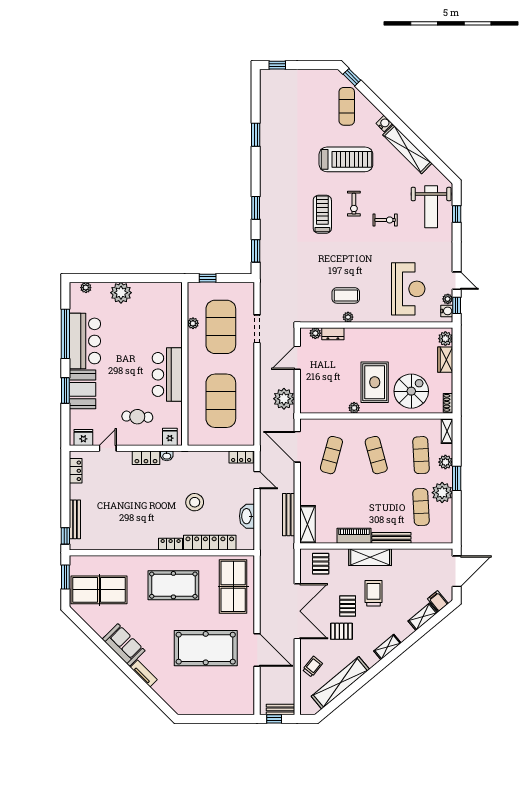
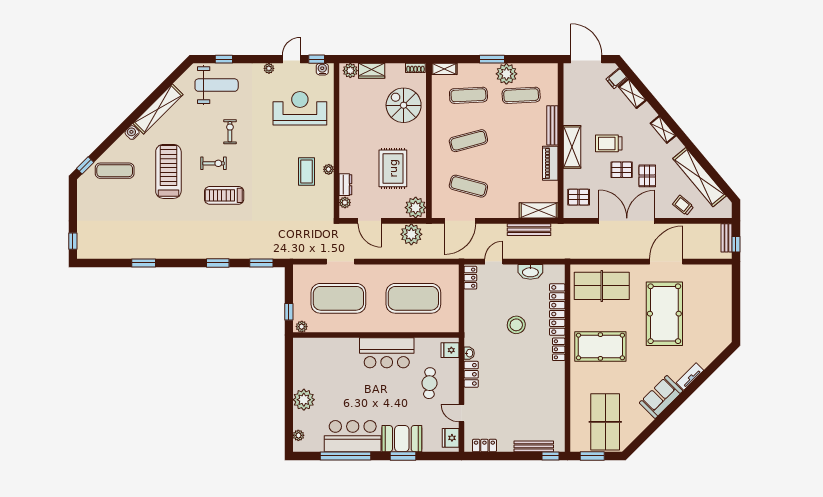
plant: (448, 299) -> (269, 68), moved
plant: (193, 323) -> (302, 327), moved
rug: (375, 382) -> (393, 168), moved, turned 90
plant: (354, 408) -> (416, 208), moved, width x1.88, depth x1.88
plant: (445, 462) -> (476, 70), removed
pool table: (173, 585) -> (600, 346), turned 90

